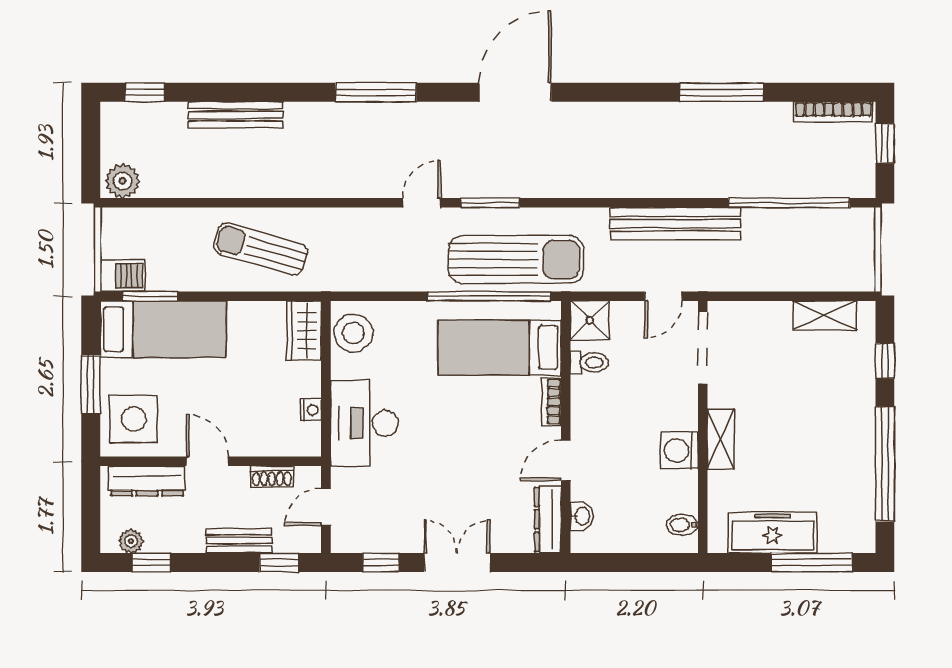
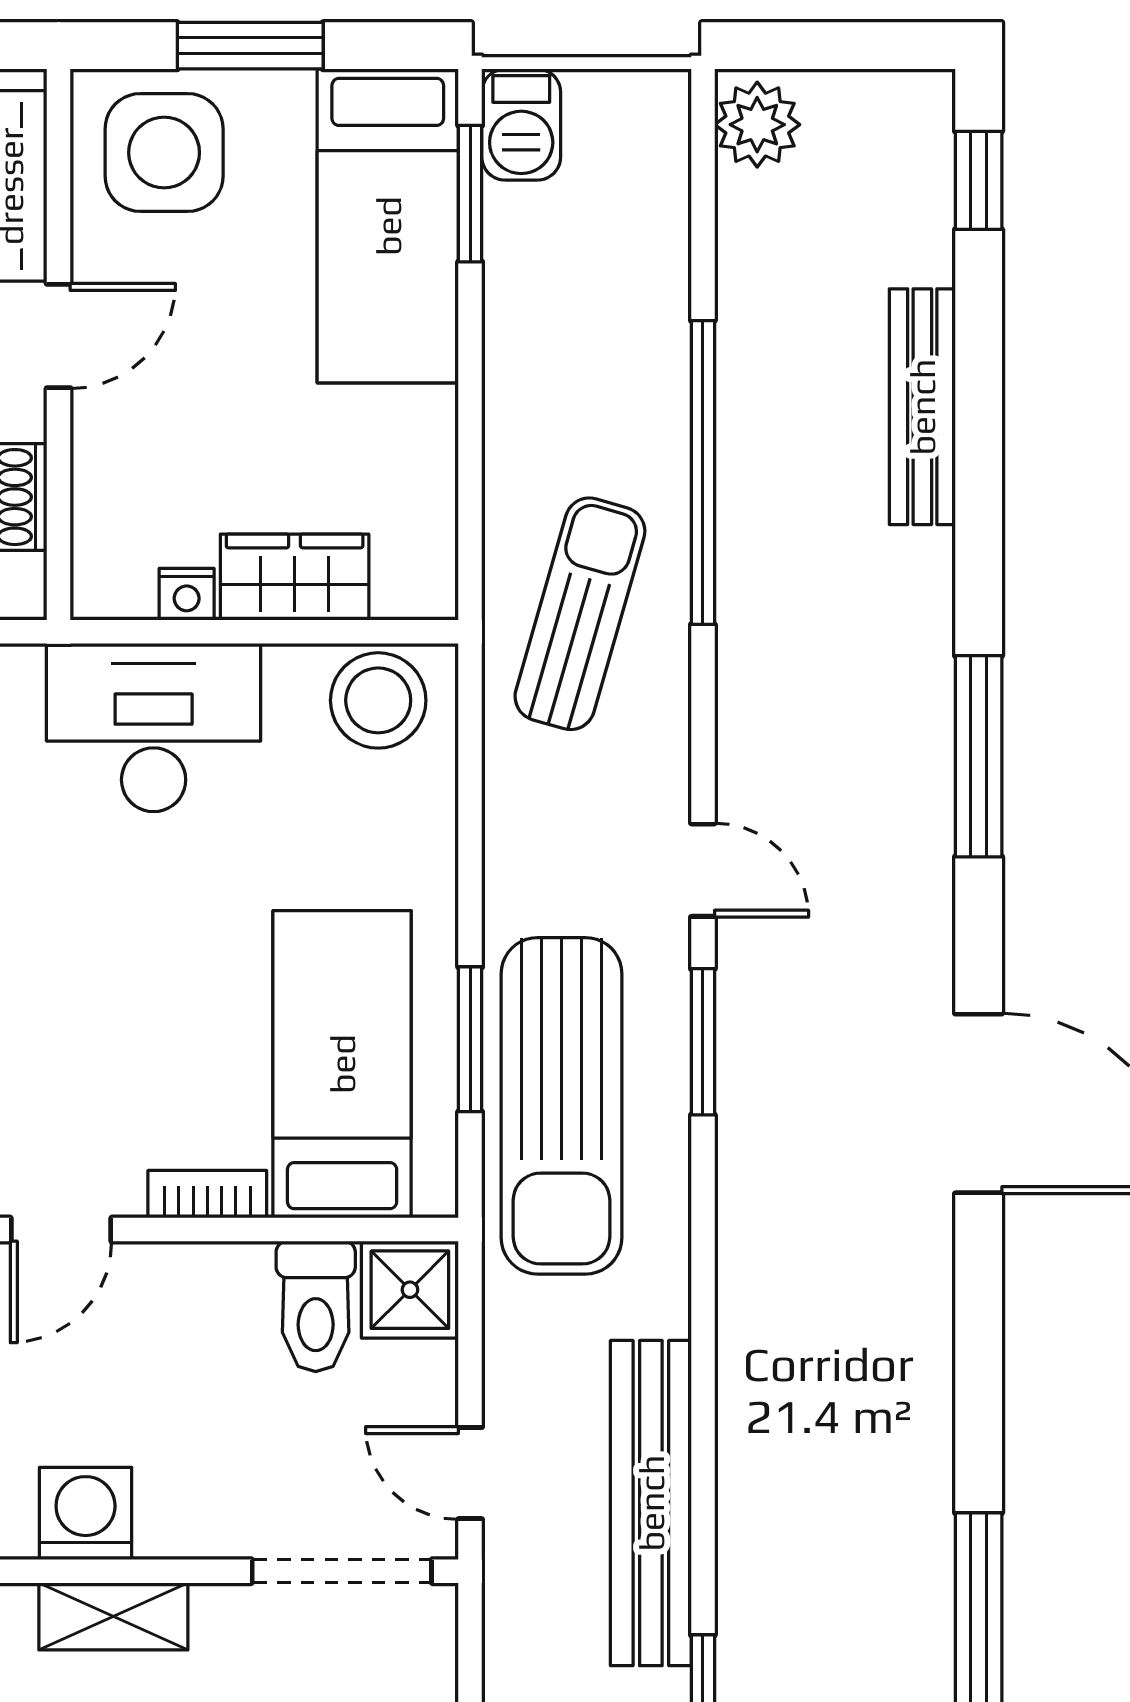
window: (262, 203) -> (703, 473), added
sun lounger: (261, 249) -> (580, 614), moved
window: (489, 296) -> (470, 1039), width x0.47
wardrobe: (304, 331) -> (295, 577), moved
toilet: (589, 362) -> (316, 1306), width x1.37, depth x1.39
door: (566, 460) -> (61, 1230), swing flipped

